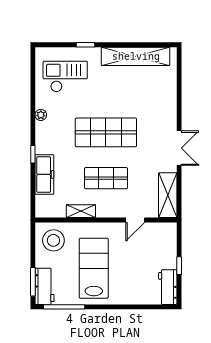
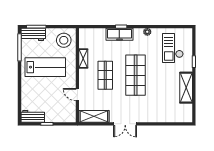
shelving: (136, 56) -> (186, 88), width x0.68
checkout: (65, 76) -> (173, 48), turned 180
freezer: (44, 174) -> (119, 34), moved

